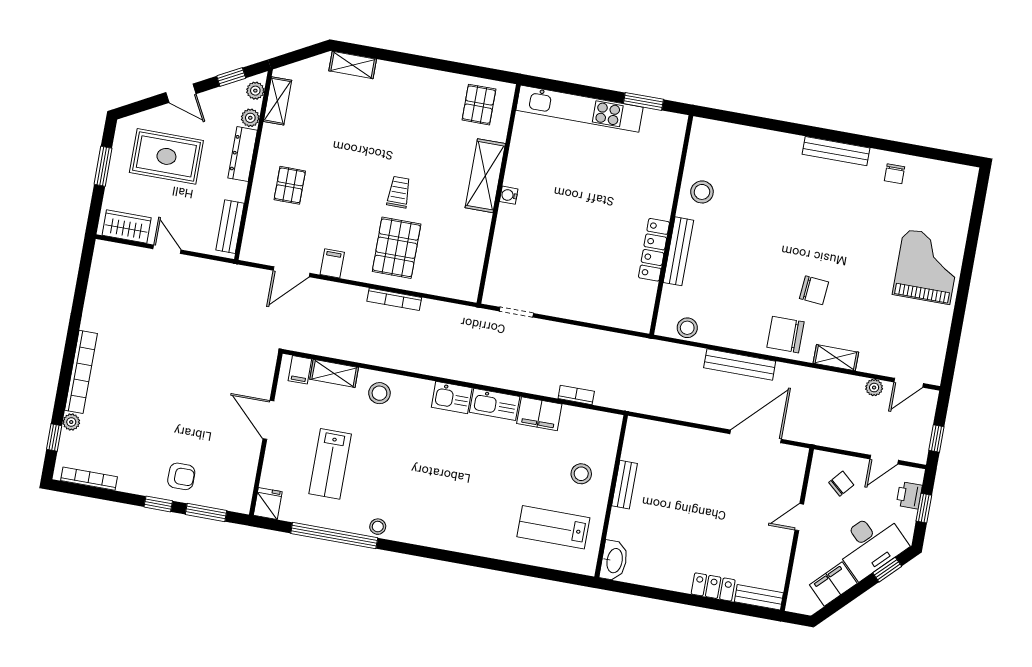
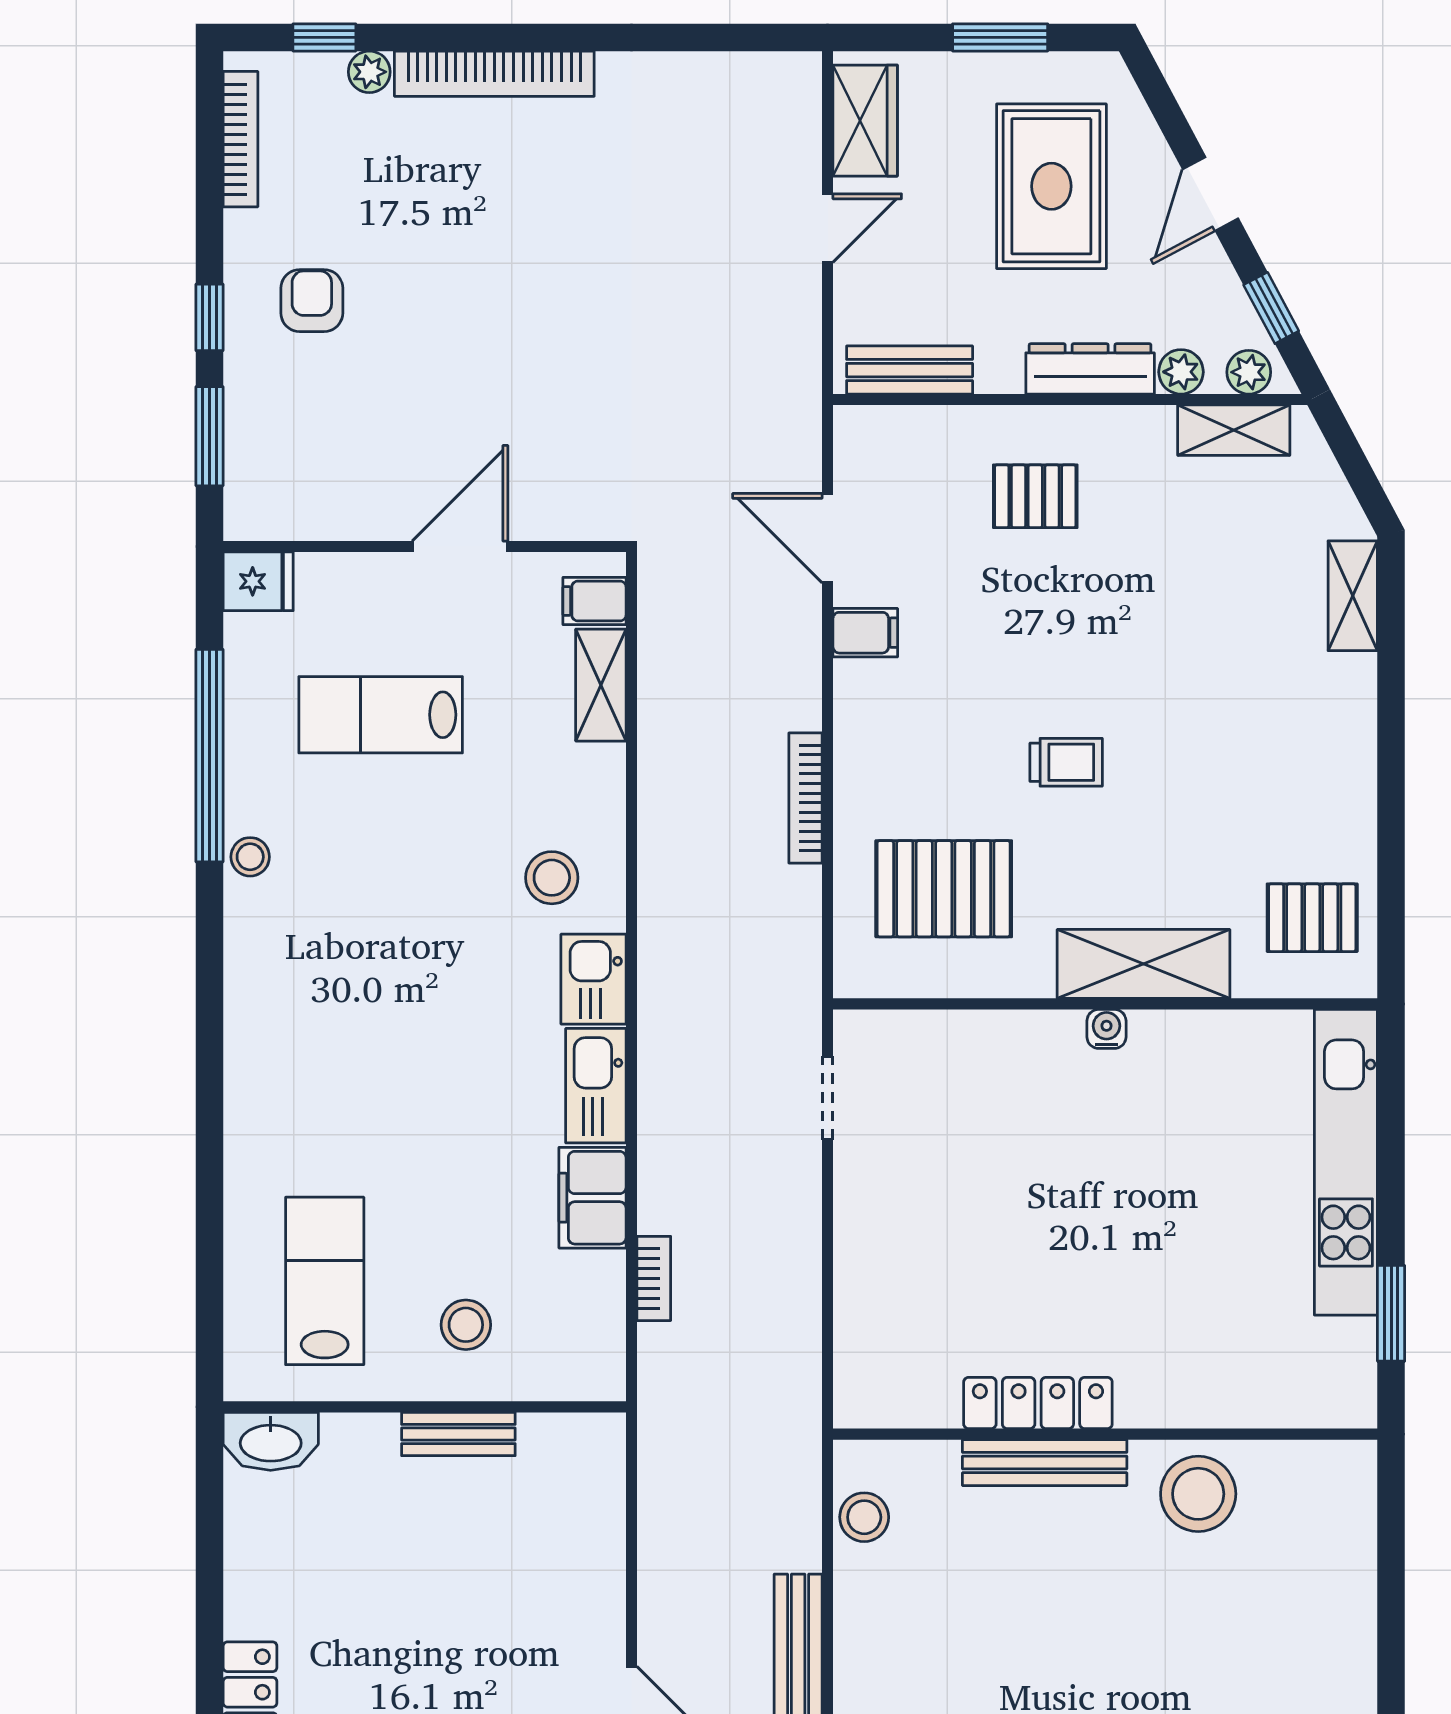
stool: (702, 192) -> (1198, 1494), width x1.38, depth x1.38
pallet: (397, 248) -> (944, 889), moved
stool: (379, 393) -> (552, 878), moved
armchair: (181, 476) -> (312, 301), moved, turned 180

